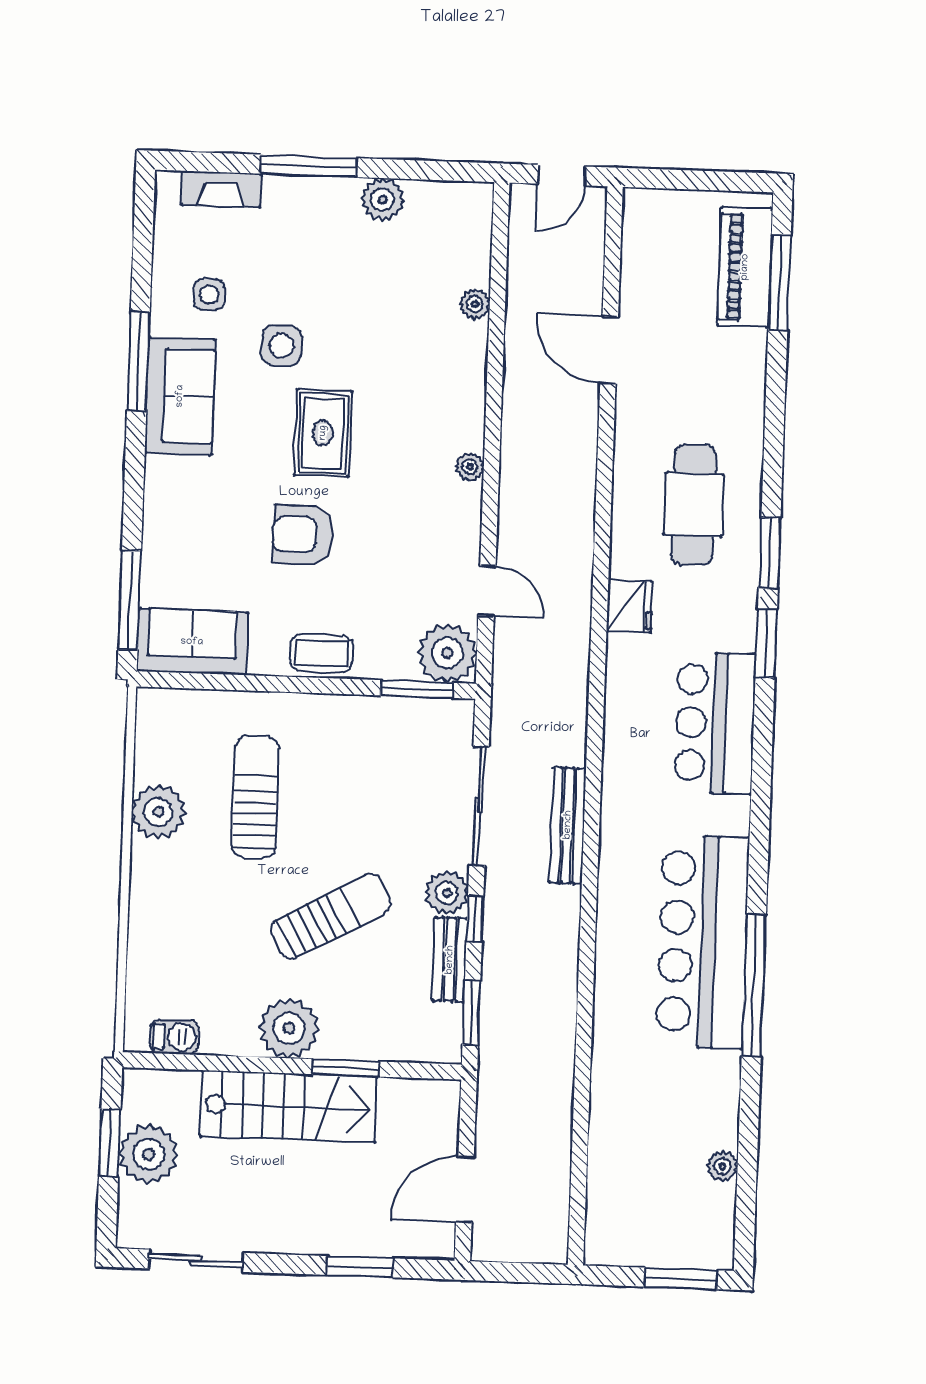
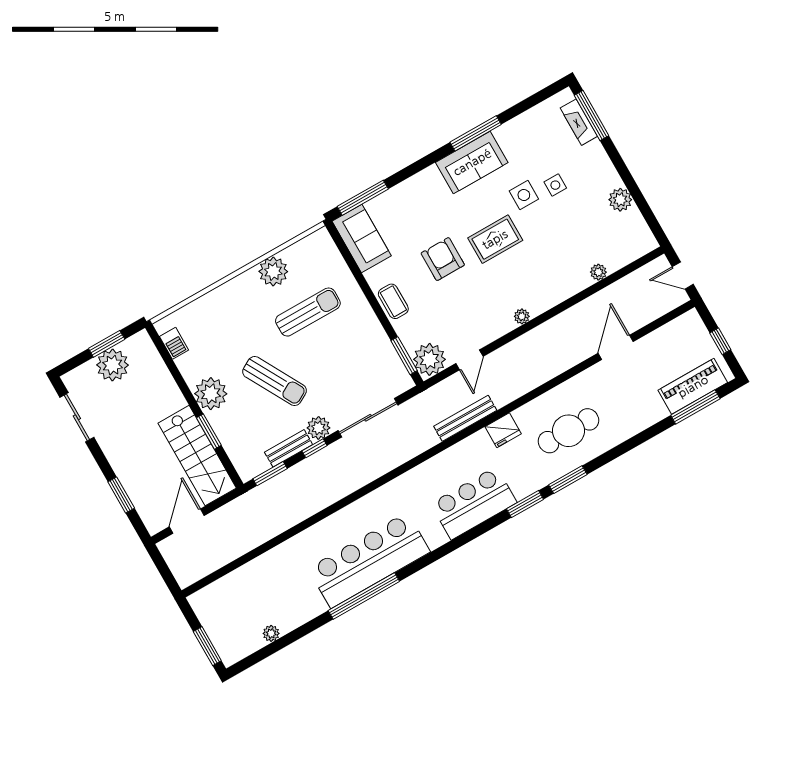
window: (308, 166) -> (592, 115), moved
window: (701, 180) -> (720, 341), added
side table: (209, 294) -> (555, 185), moved
bench: (568, 825) -> (465, 418), moved
stairs: (289, 1107) -> (197, 456), moved
door: (465, 1189) -> (187, 521), hinge flipped

